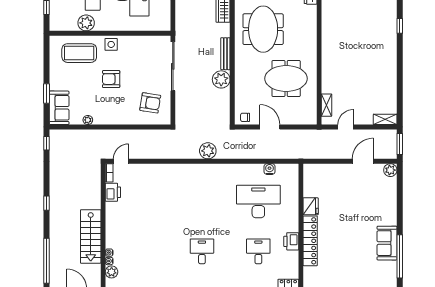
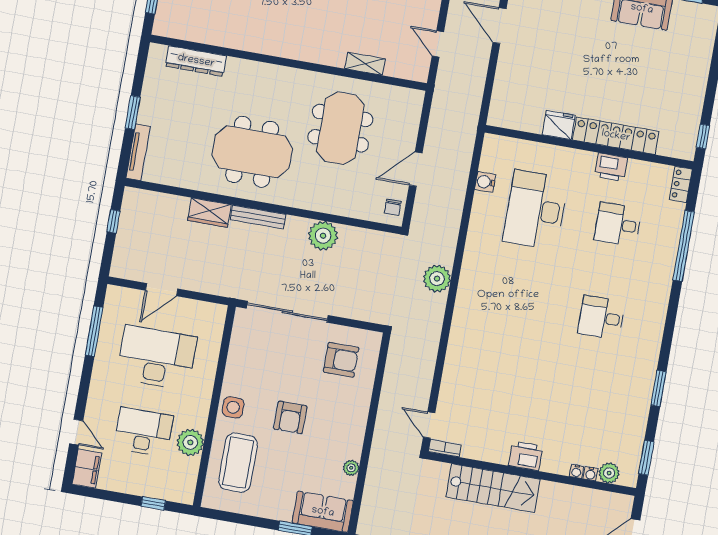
bench: (225, 54) -> (258, 217), moved
armchair: (150, 103) -> (341, 360), turned 81
shelving: (326, 105) -> (365, 64), moved
printer: (113, 192) -> (526, 456), moved
stairs: (91, 236) -> (493, 488), moved

